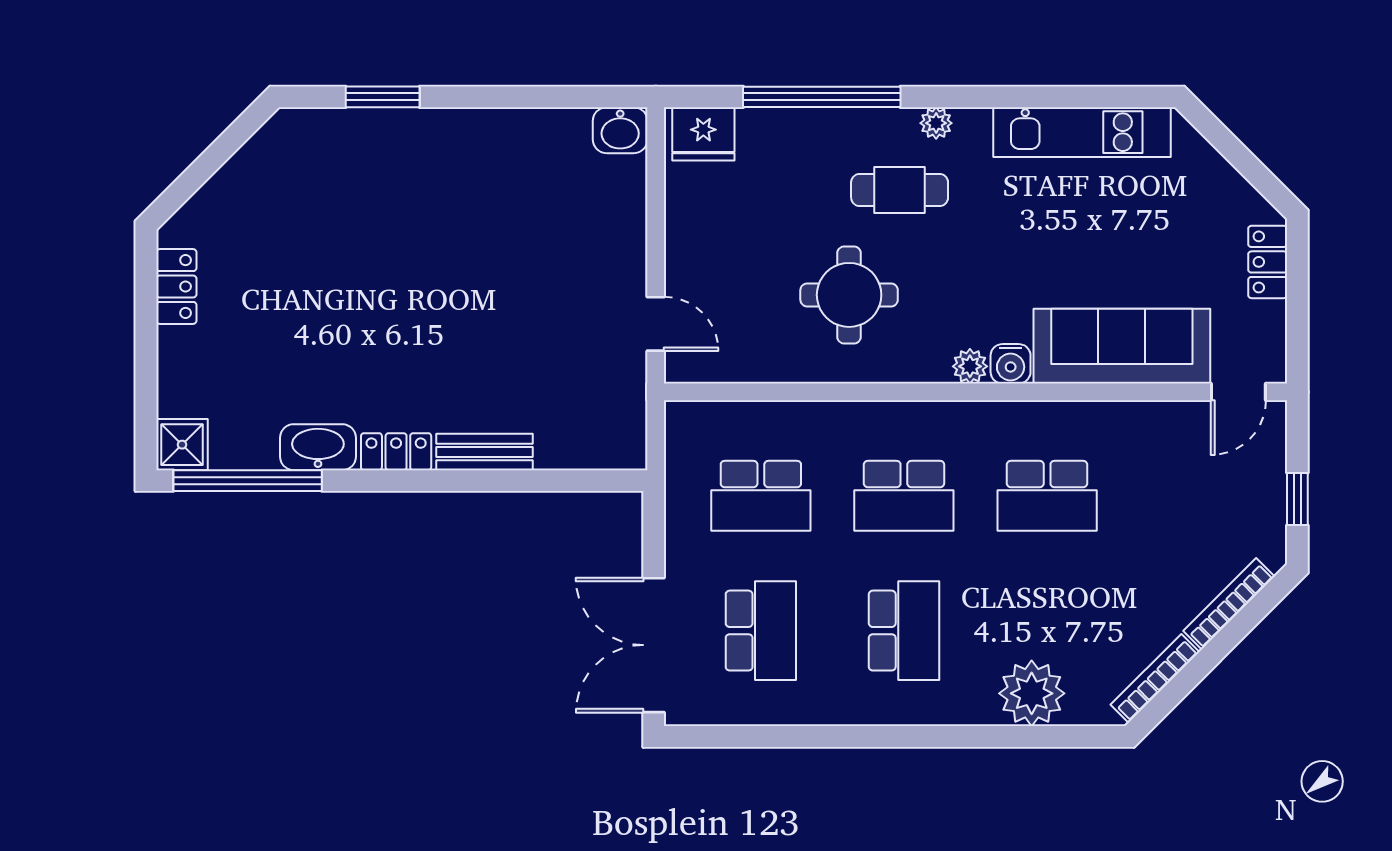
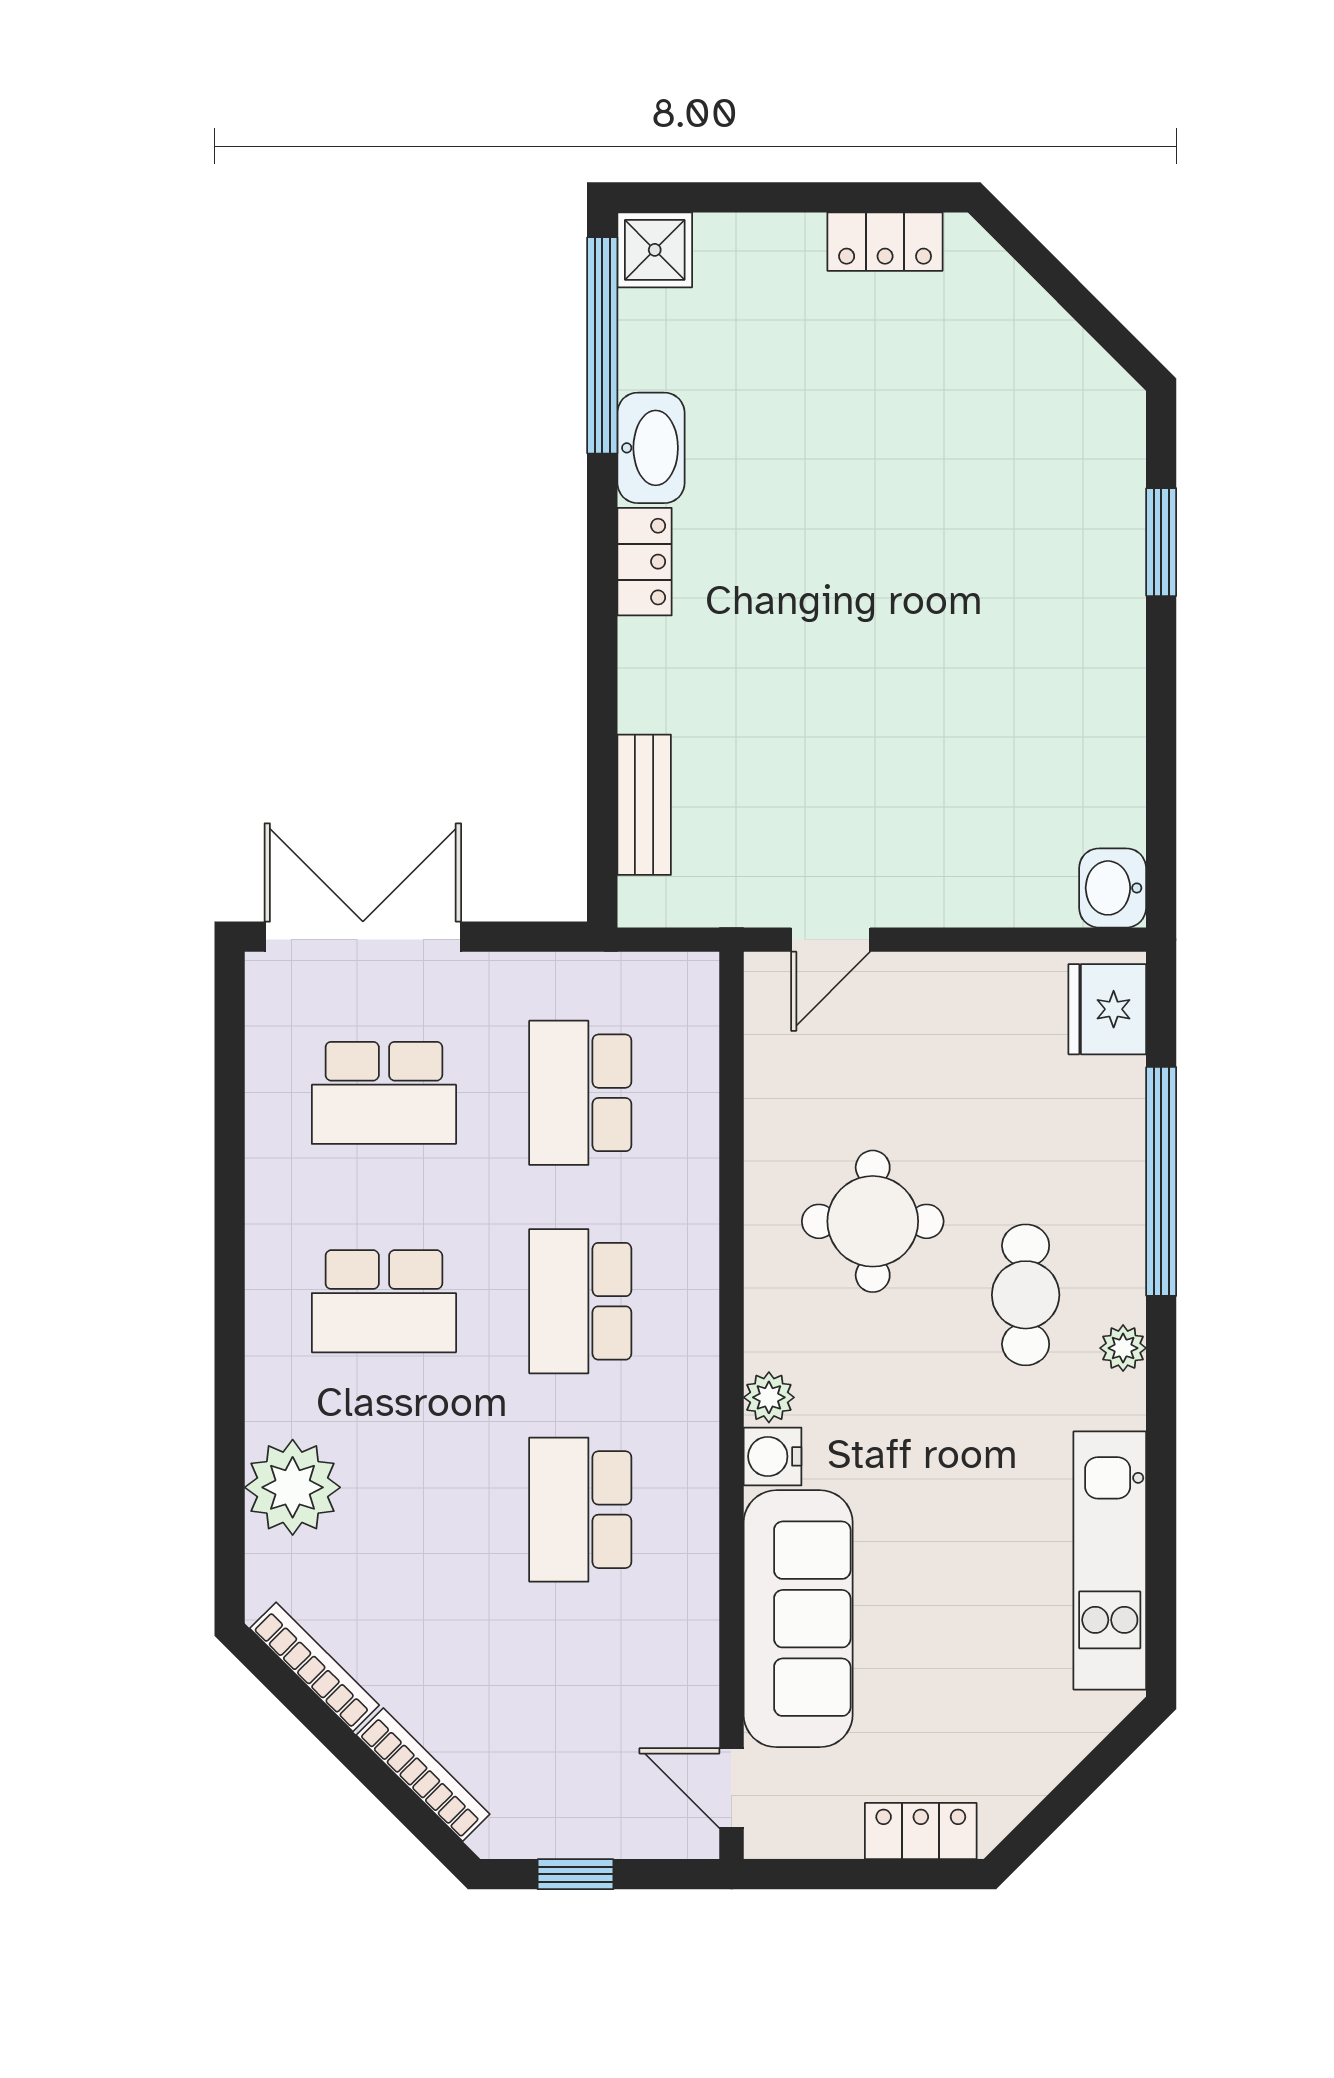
bench: (485, 452) -> (644, 805), moved

